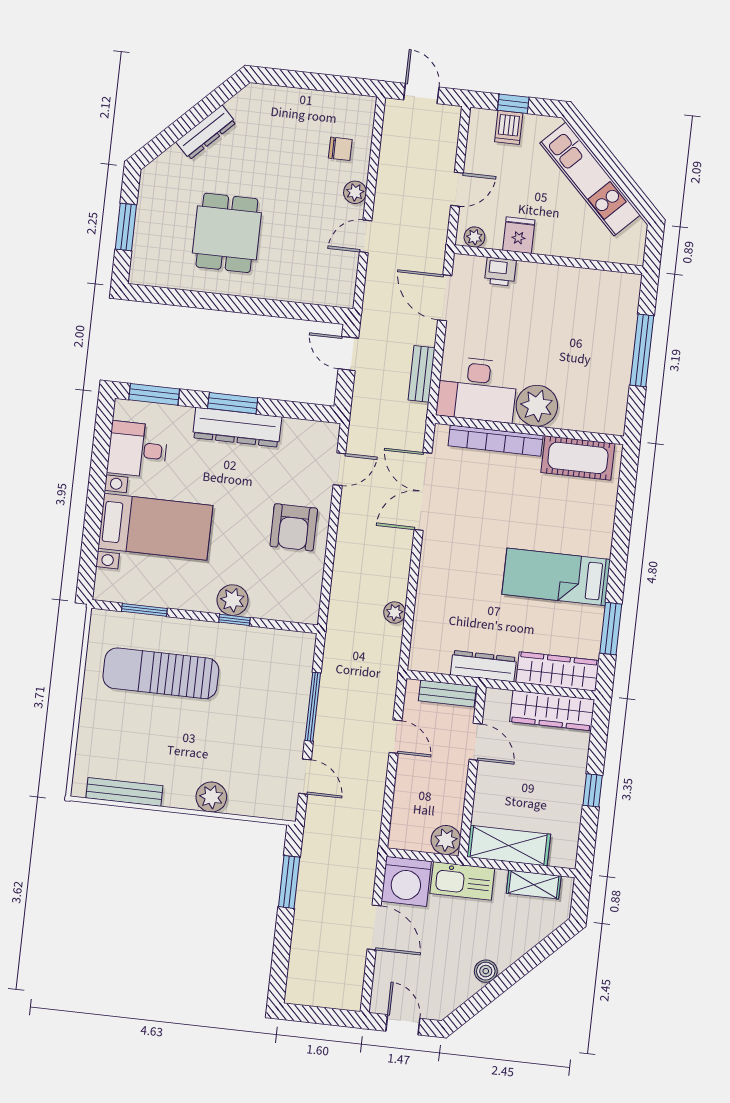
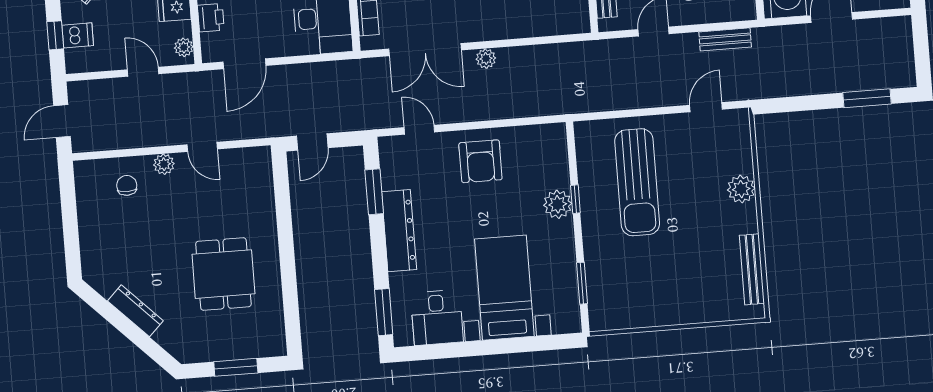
dining table: (227, 233) -> (223, 274), turned 90
bench: (422, 374) -> (725, 39), moved
window: (233, 403) -> (374, 192), moved
armchair: (294, 527) -> (480, 161), turned 90
plant: (395, 612) -> (486, 59), moved
sun lounger: (161, 673) -> (637, 182), moved
window: (313, 707) -> (641, 112), removed
window: (289, 882) -> (867, 98), moved

